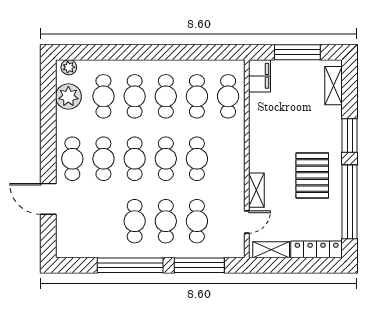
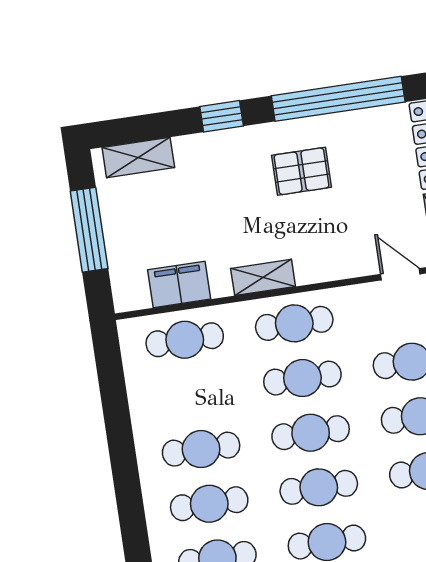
filing cabinet: (259, 76) -> (179, 284), moved
cafe table: (197, 96) -> (294, 323), moved
window: (350, 135) -> (222, 116), width x0.67
pallet: (312, 175) -> (301, 171), width x0.67, depth x0.71
shelving: (256, 190) -> (263, 277), moved

